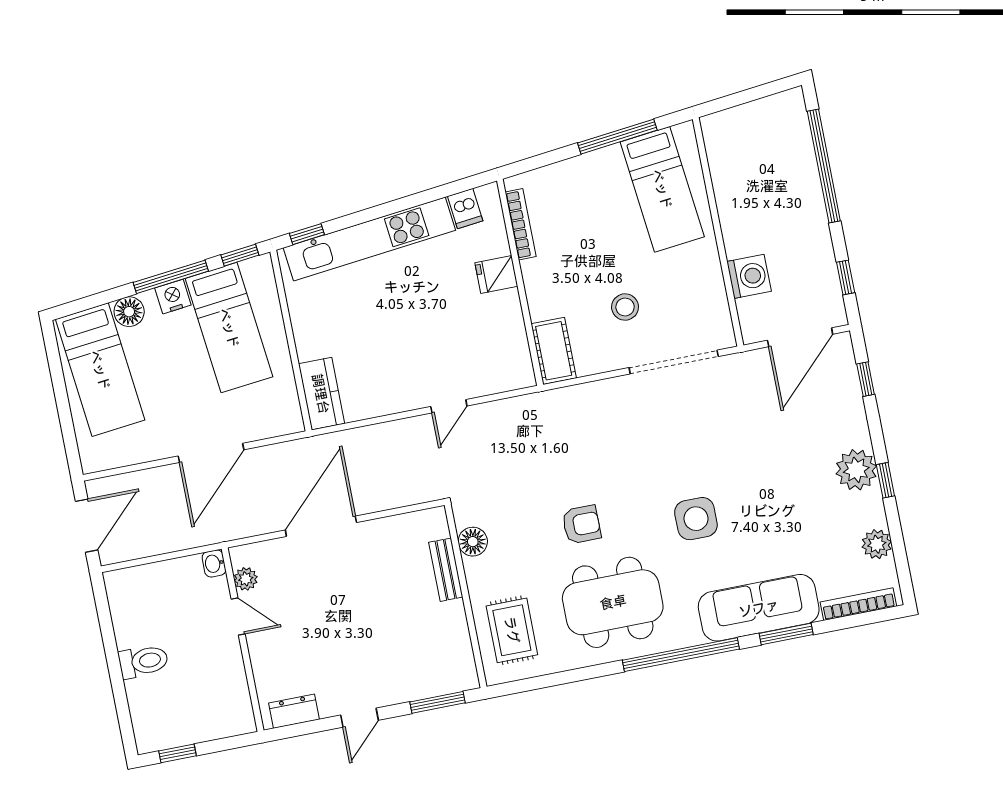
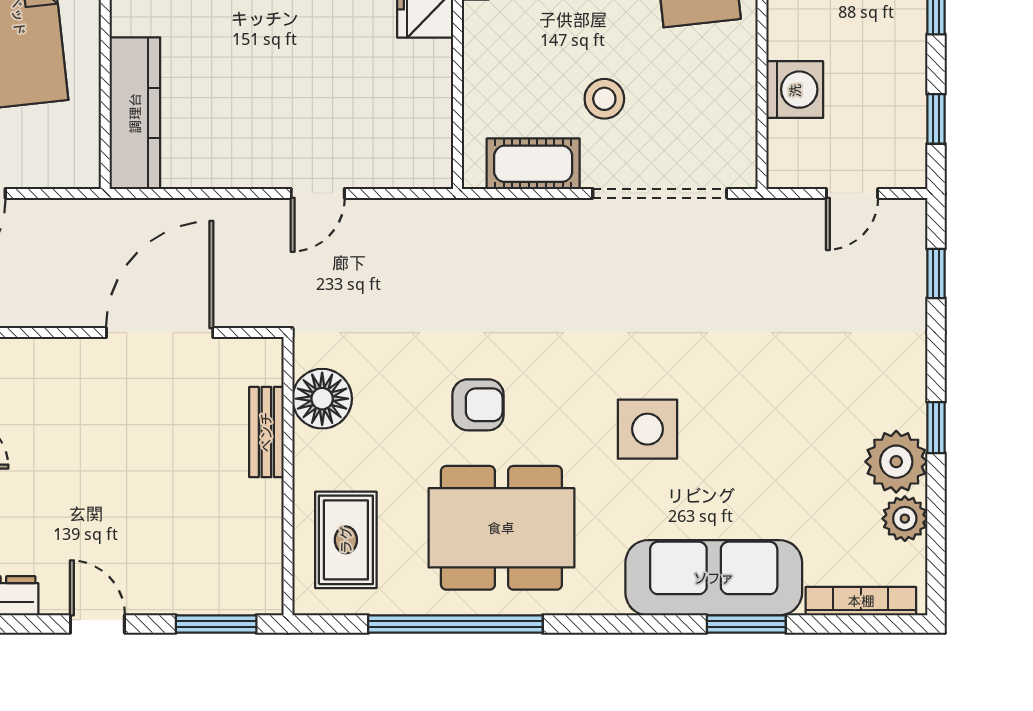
door: (800, 337) -> (852, 193), width x0.53
cot: (554, 351) -> (533, 164), moved, turned 90
kitchen counter: (321, 394) -> (135, 113), width x1.50
plant: (856, 470) -> (896, 462), moved
door: (321, 526) -> (160, 333), moved
floor lamp: (473, 542) -> (322, 399), width x1.38, depth x1.38
window: (681, 655) -> (455, 624), moved
door: (359, 718) -> (97, 624), swing flipped

